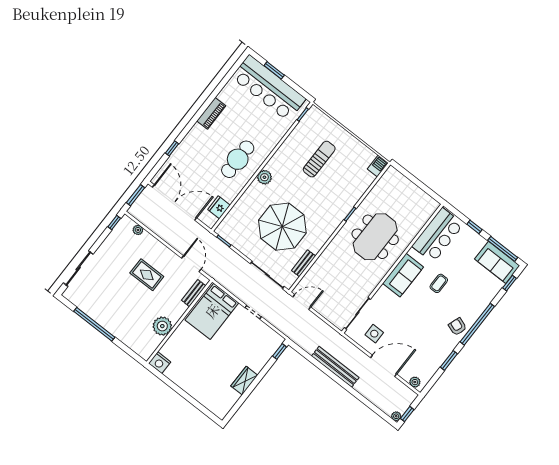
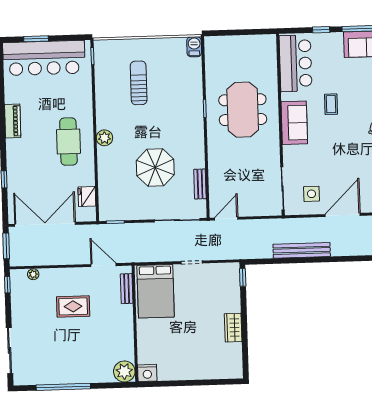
parasol: (282, 227) -> (155, 168), width x0.73, depth x0.73
plant: (162, 326) -> (124, 371), moved

